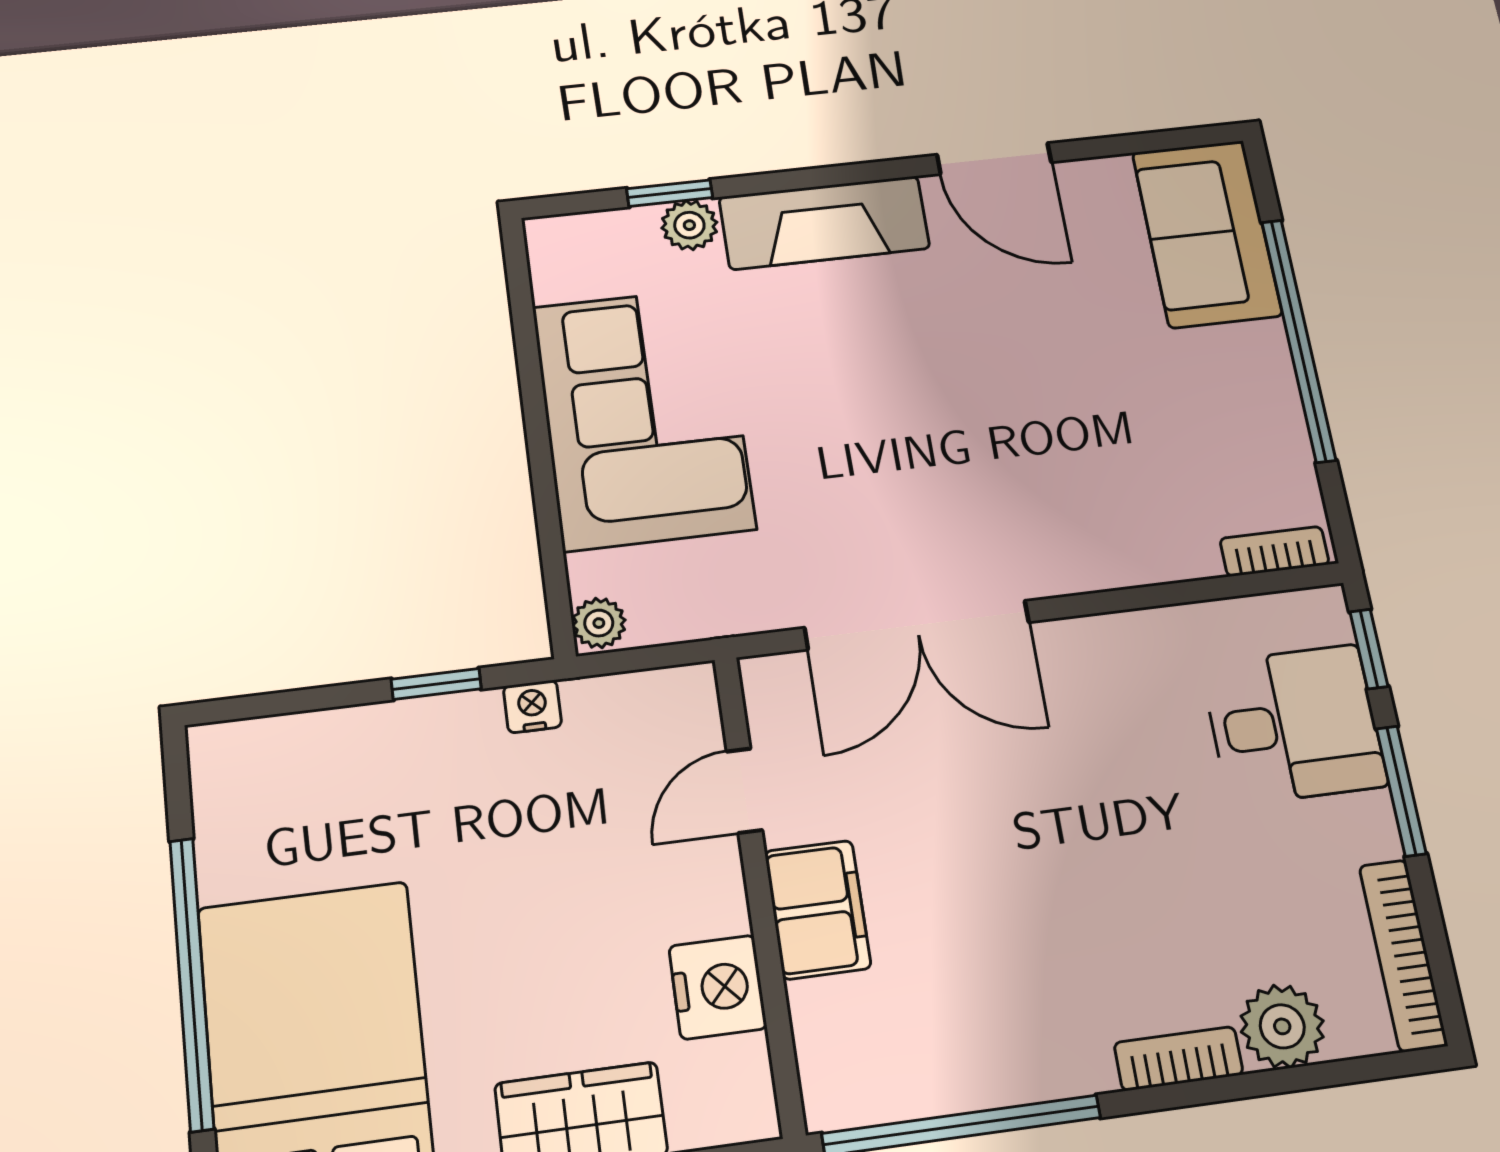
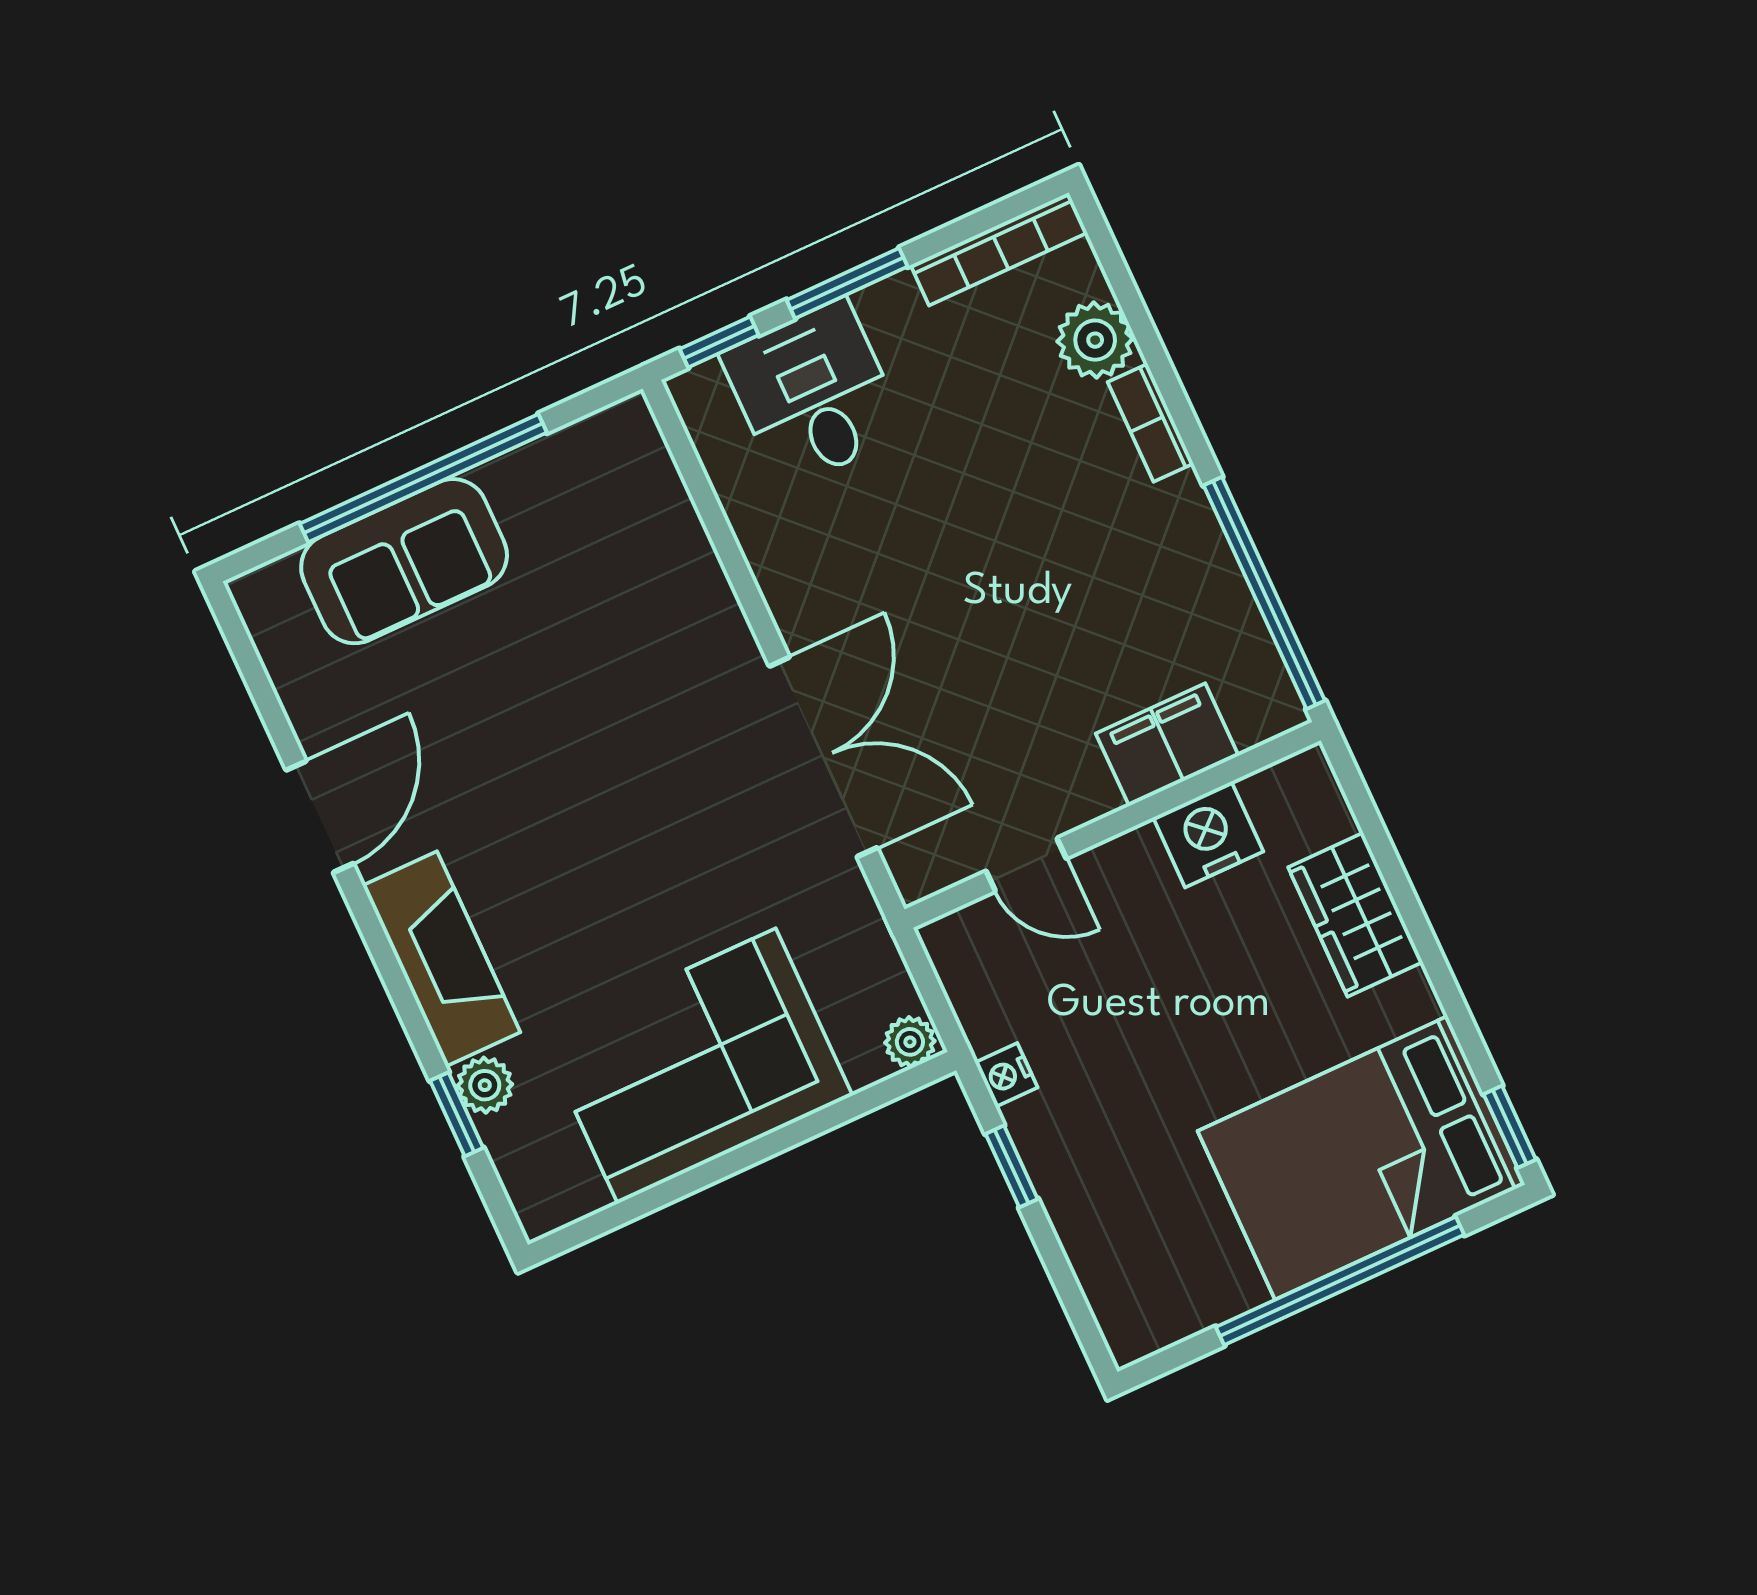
sofa: (1207, 234) -> (404, 561), moved
bookcase: (1274, 551) -> (649, 450), removed
filing cabinet: (818, 910) -> (1167, 745), moved

